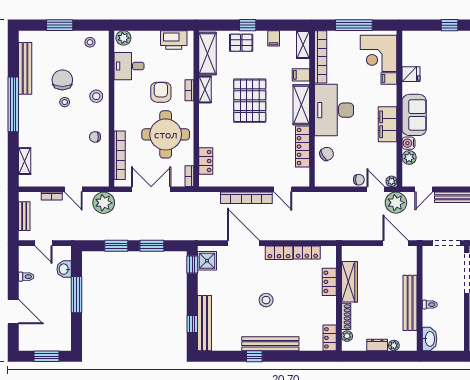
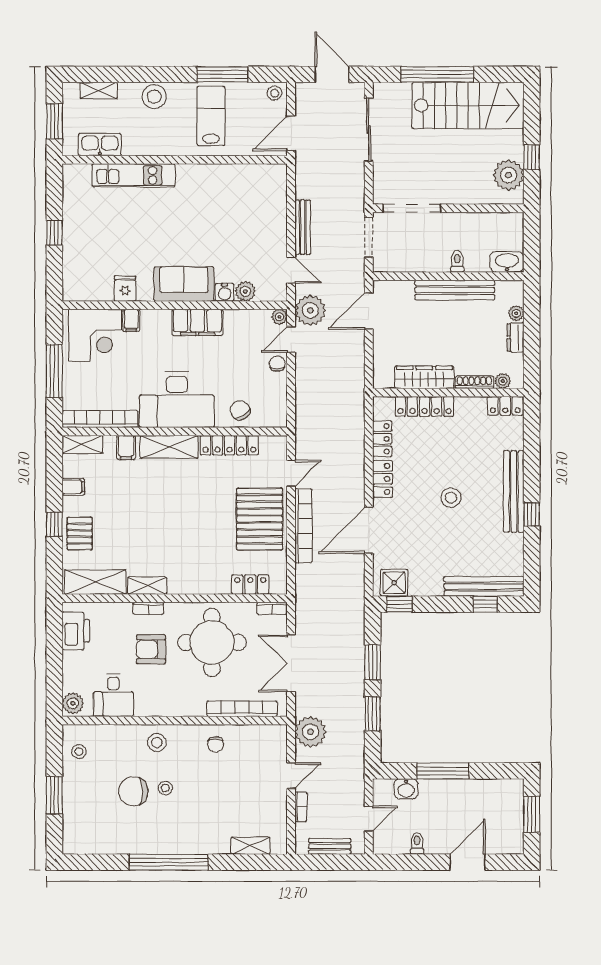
bench: (25, 68) -> (117, 845), removed
pallet: (250, 101) -> (260, 519), moved, turned 90
locker: (329, 282) -> (425, 406), width x1.53

